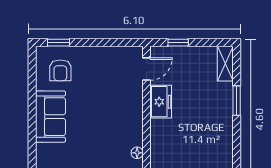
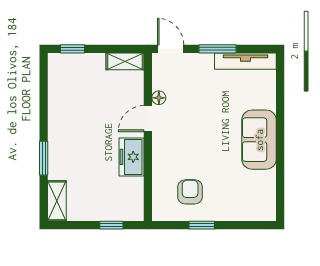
window: (58, 43) -> (202, 225), moved
door: (147, 69) -> (148, 119), moved
armchair: (60, 70) -> (190, 192), moved

